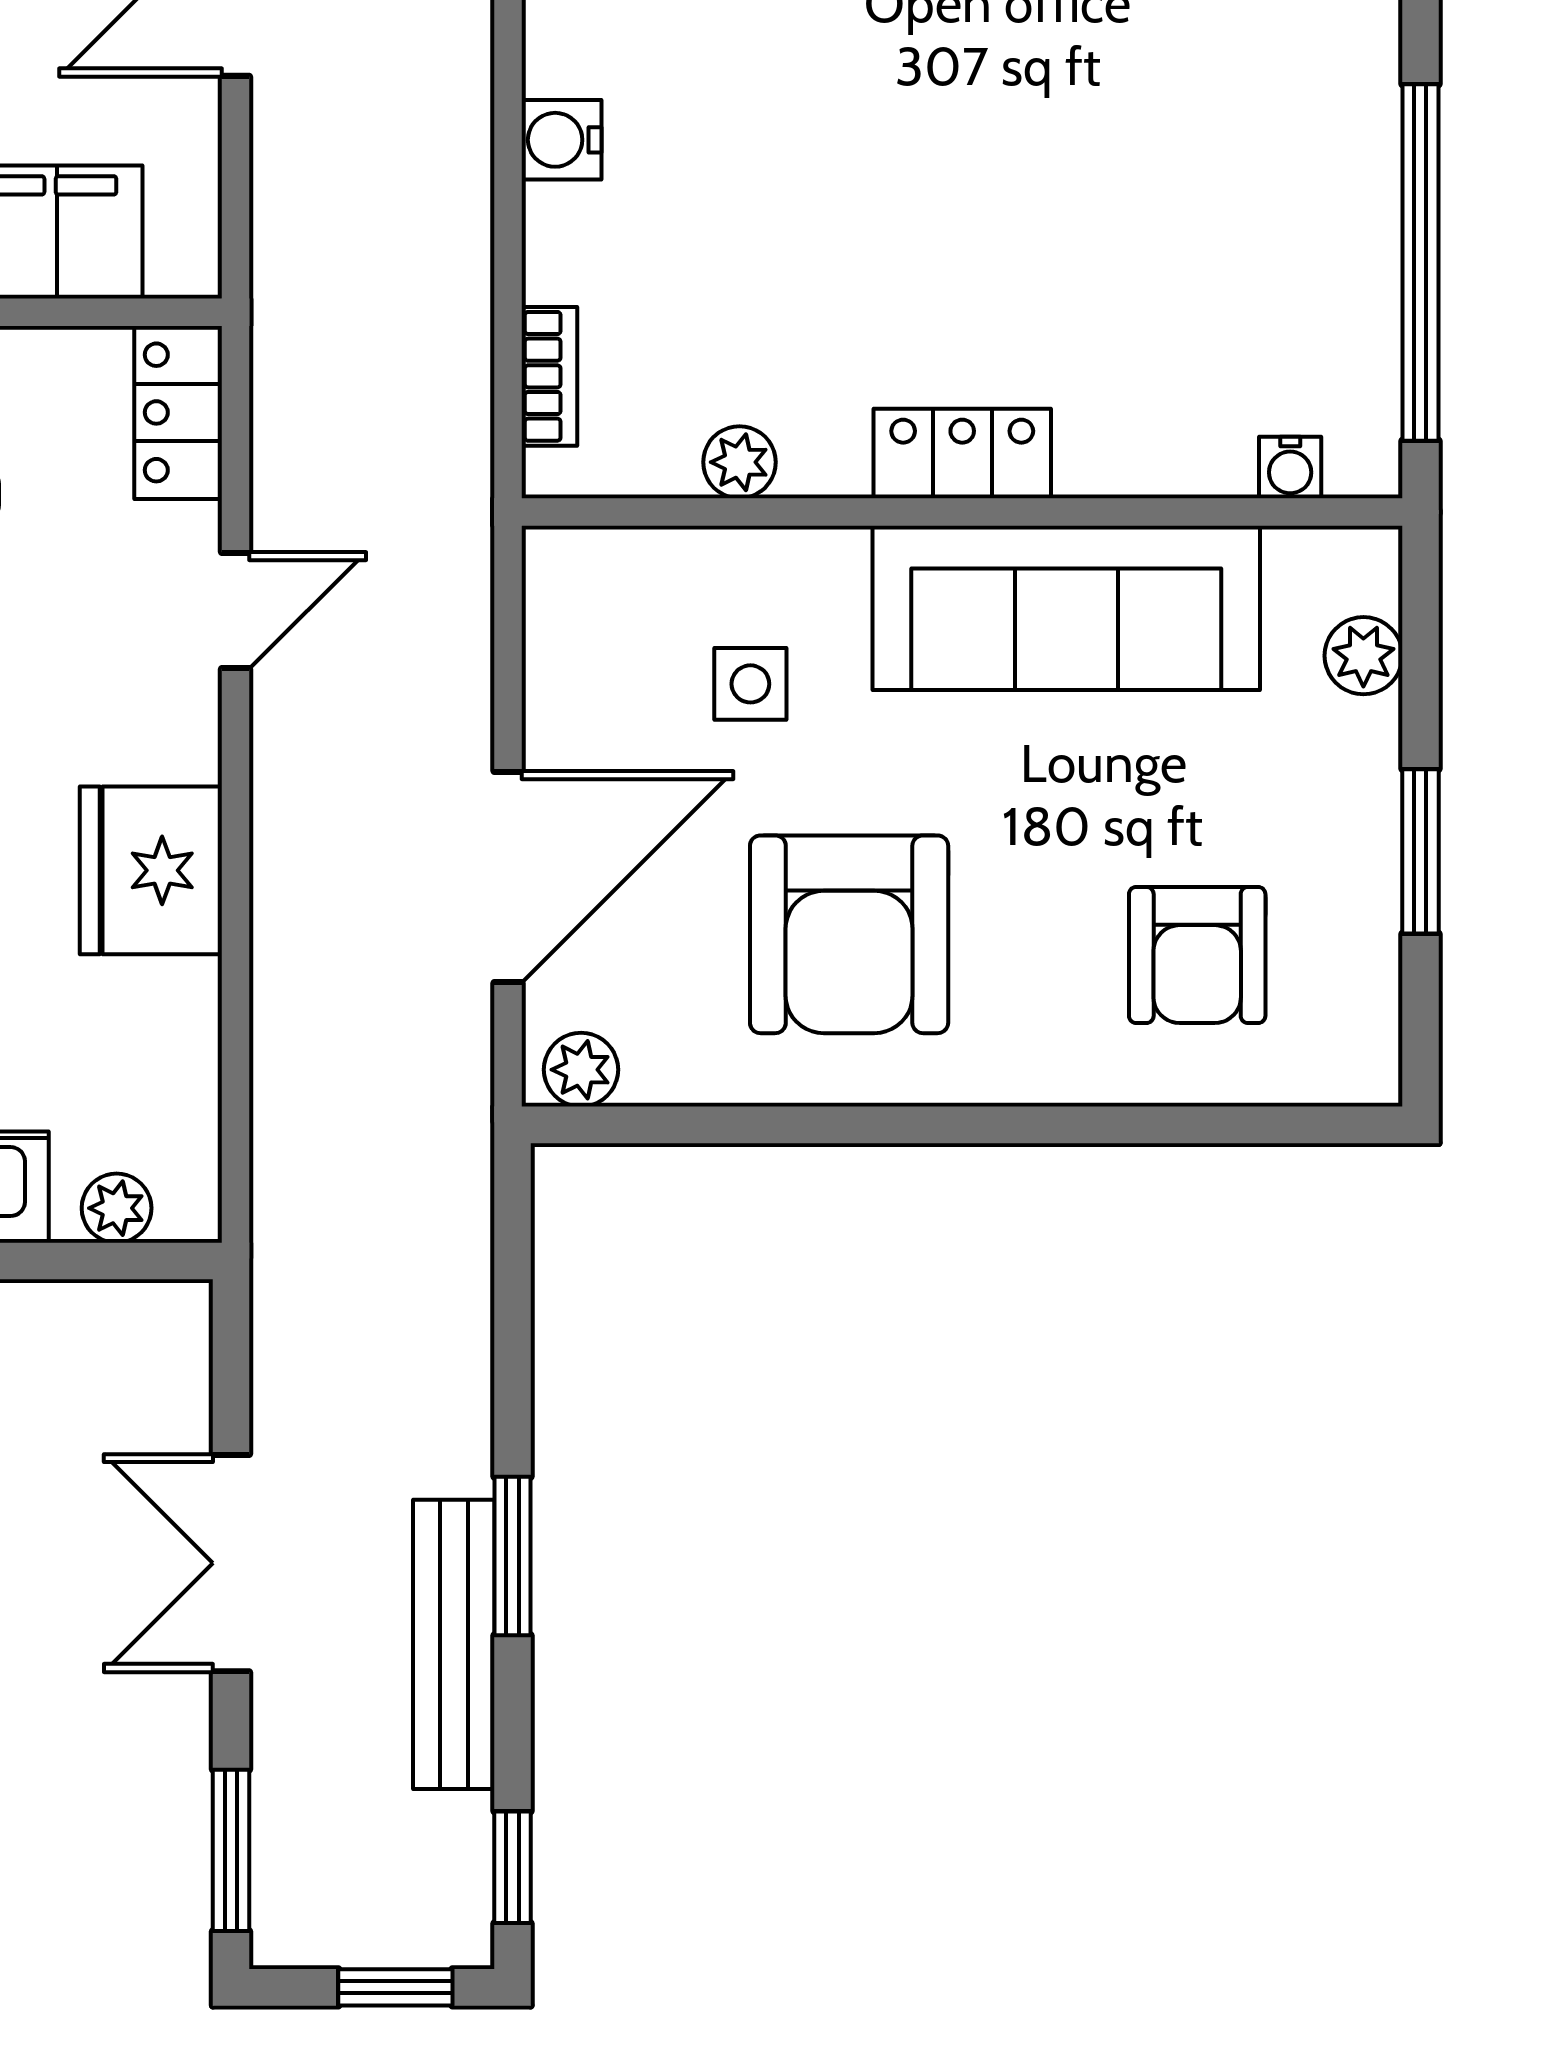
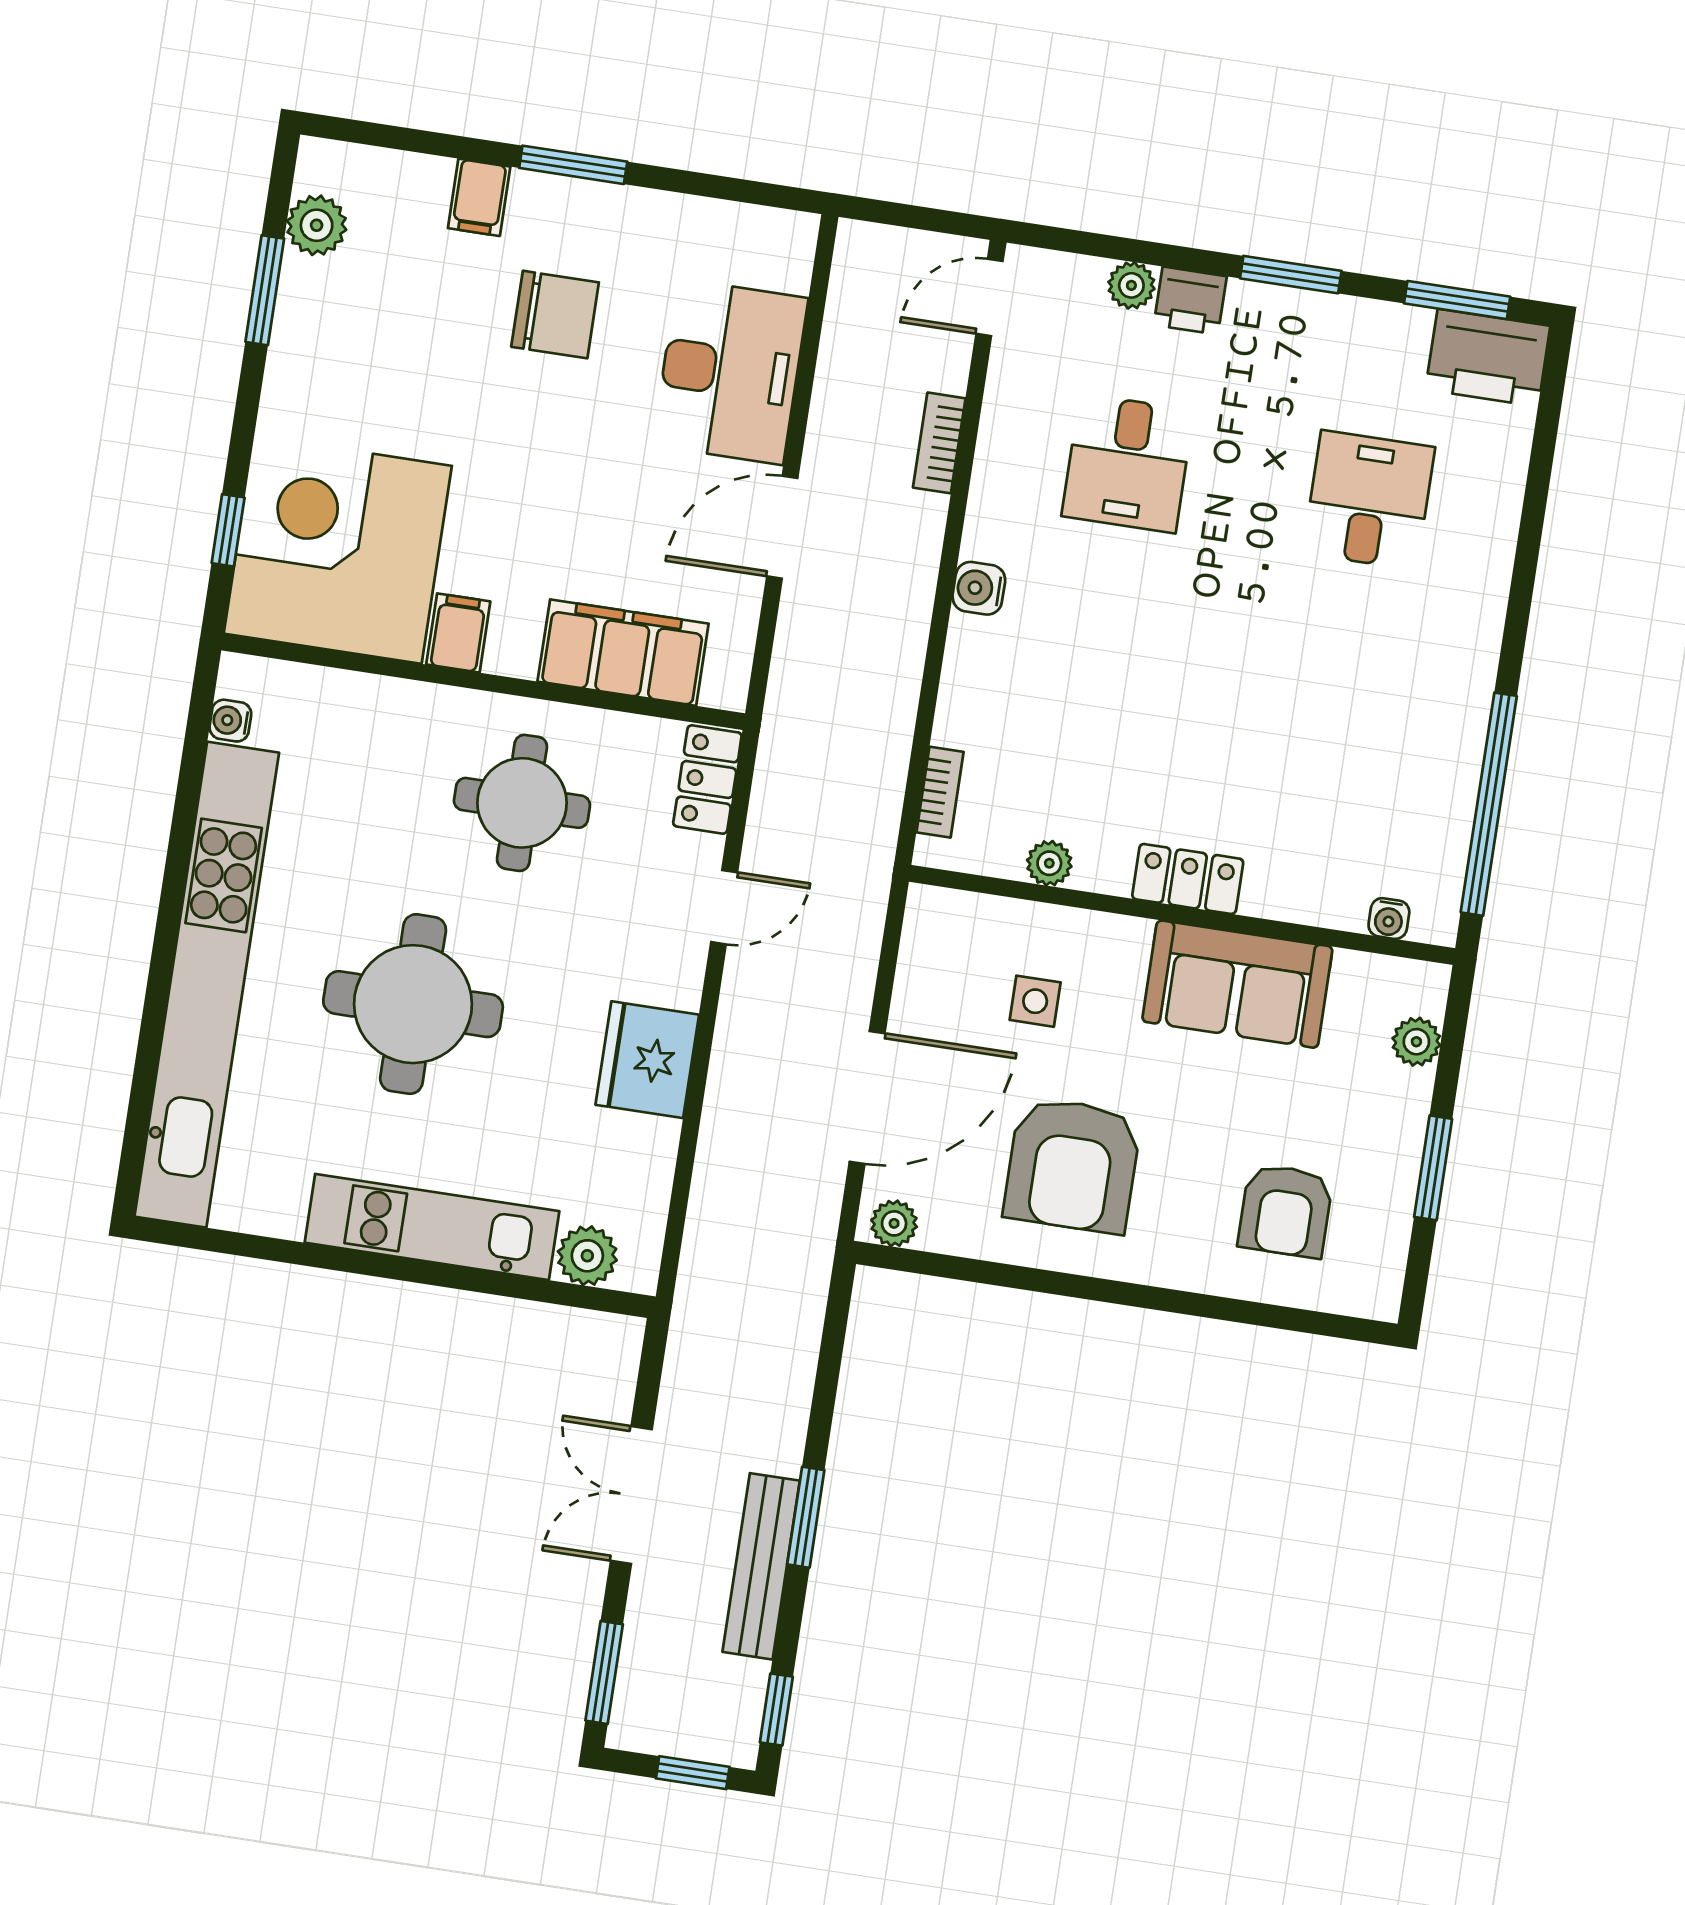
water cooler: (561, 140) -> (979, 588), moved
sofa: (1066, 608) -> (1237, 984), width x0.73
plant: (117, 1208) -> (587, 1256), width x1.38, depth x1.38

